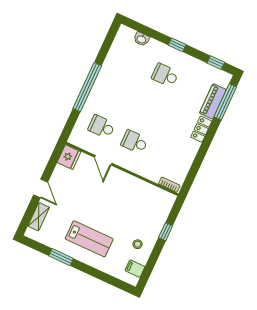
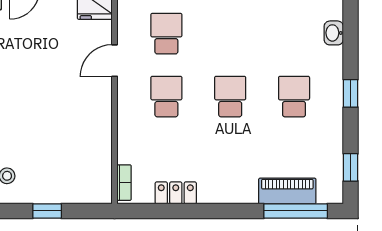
school desk: (150, 109) -> (230, 97), added
locker: (201, 129) -> (176, 193), moved

